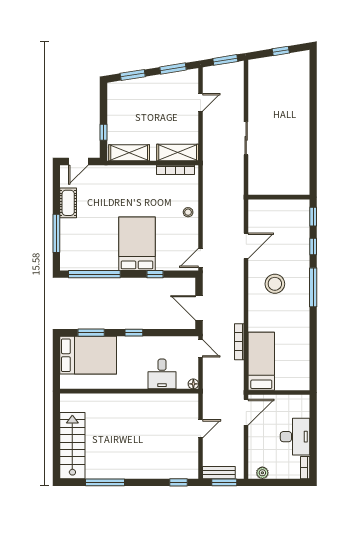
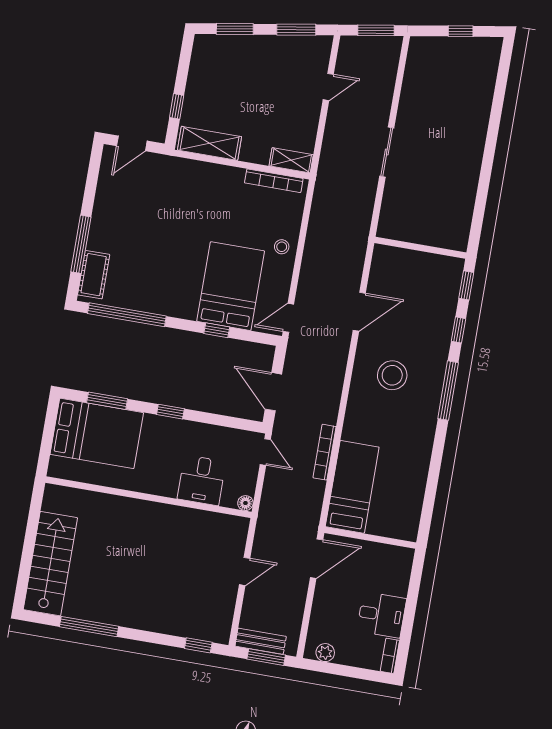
shelving: (178, 152) -> (291, 160), width x0.67, depth x0.75
cot: (68, 203) -> (94, 275), moved
bed: (137, 244) -> (231, 286), moved
desk: (295, 437) -> (382, 615), width x0.73

